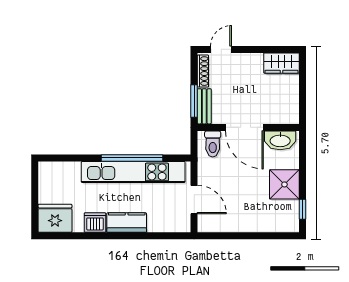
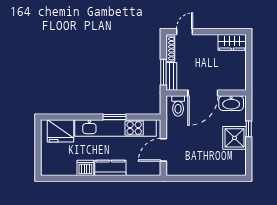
door: (244, 127) -> (203, 93), hinge flipped
window: (132, 158) -> (115, 117), width x0.47
door: (194, 200) -> (163, 150), swing flipped
window: (303, 209) -> (249, 129), moved
fridge: (55, 218) -> (60, 131), moved, turned 180

